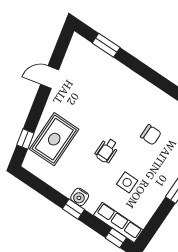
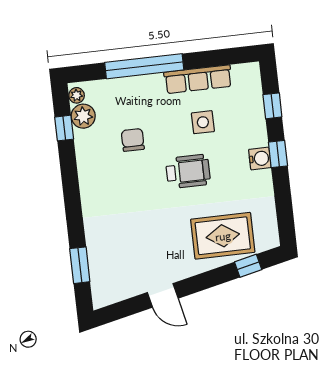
wheelchair: (107, 151) -> (188, 171), width x1.36, depth x1.37
row of seats: (118, 223) -> (198, 79), moved, turned -90
window: (116, 238) -> (272, 106), moved

